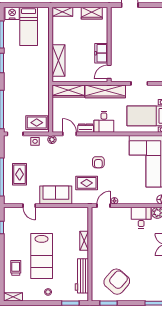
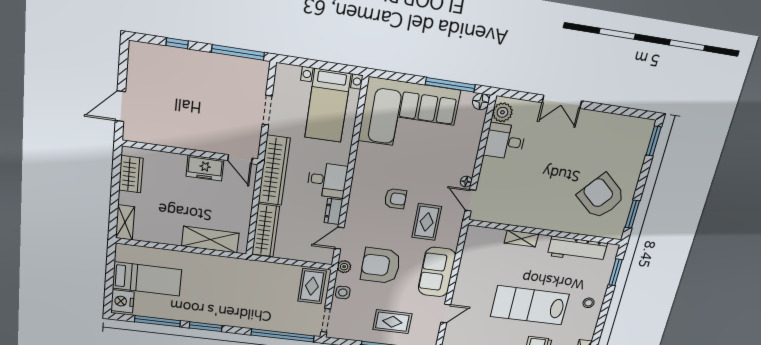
armchair: (56, 161) -> (381, 266), added
lab bench: (42, 256) -> (530, 305), turned 180

